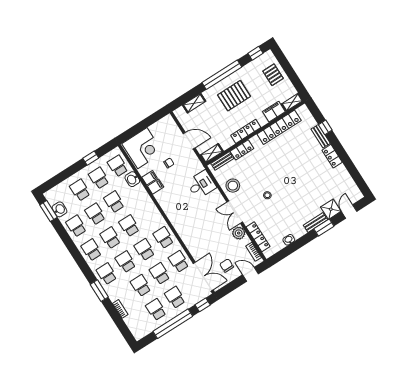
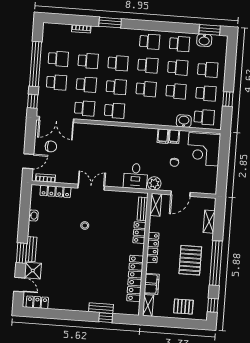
locker: (332, 156) -> (37, 302), moved
stool: (233, 186) -> (115, 202), removed
plant: (239, 233) -> (154, 183), moved
school desk: (107, 274) -> (120, 39), removed

